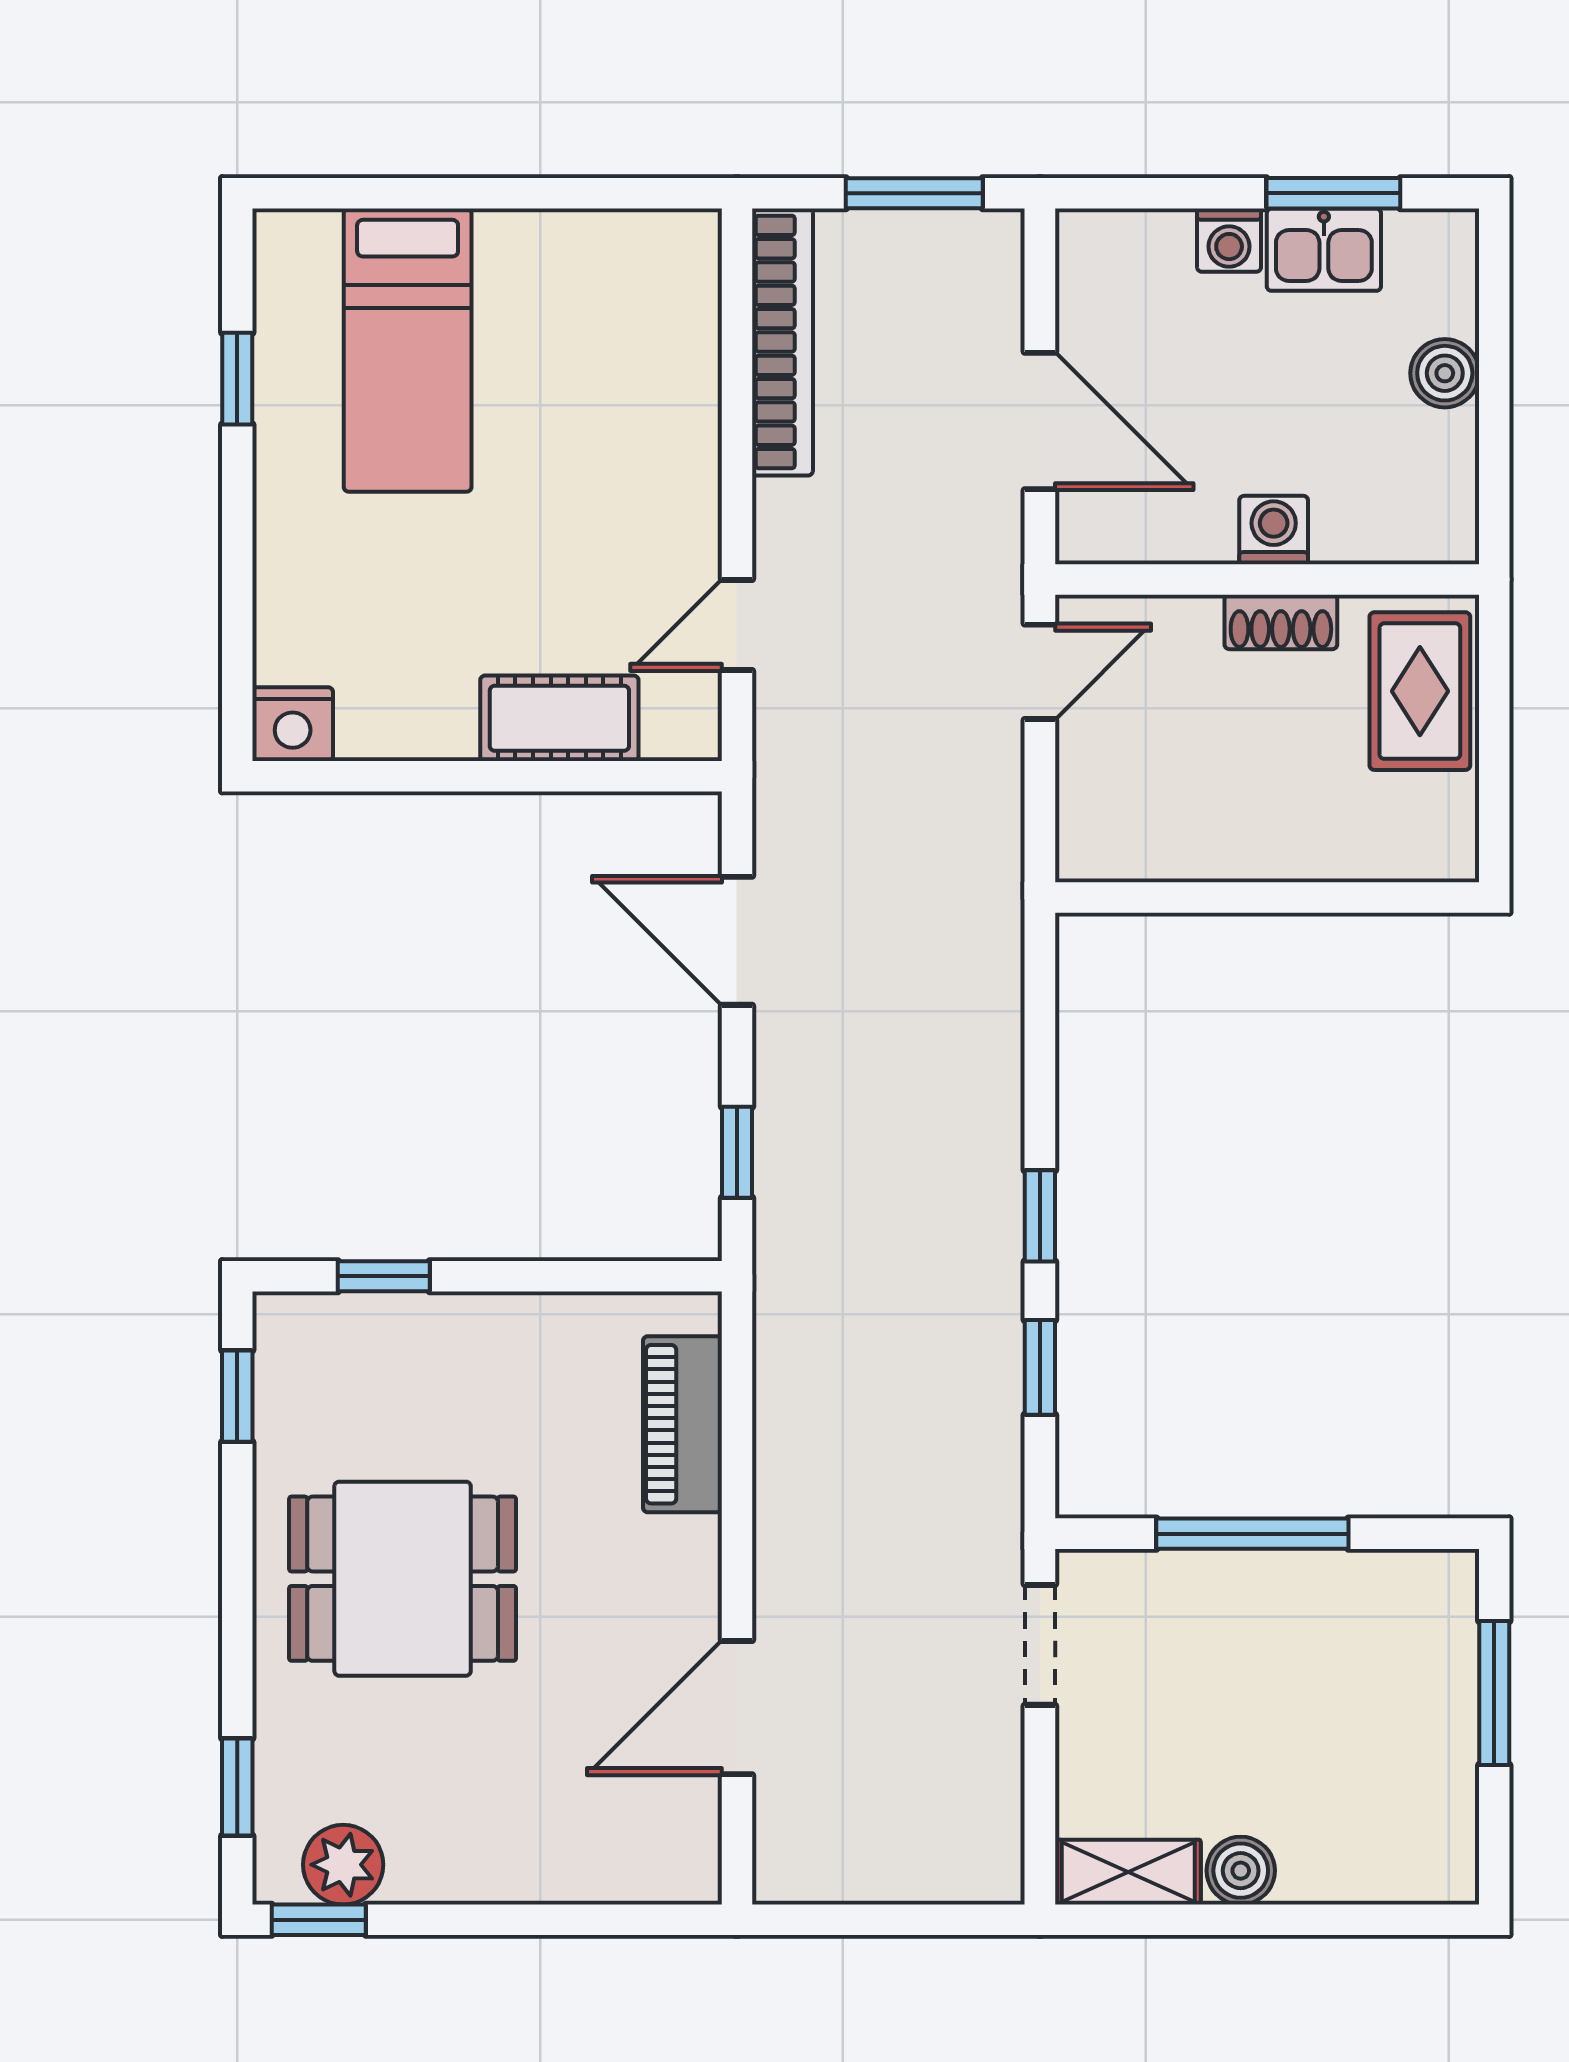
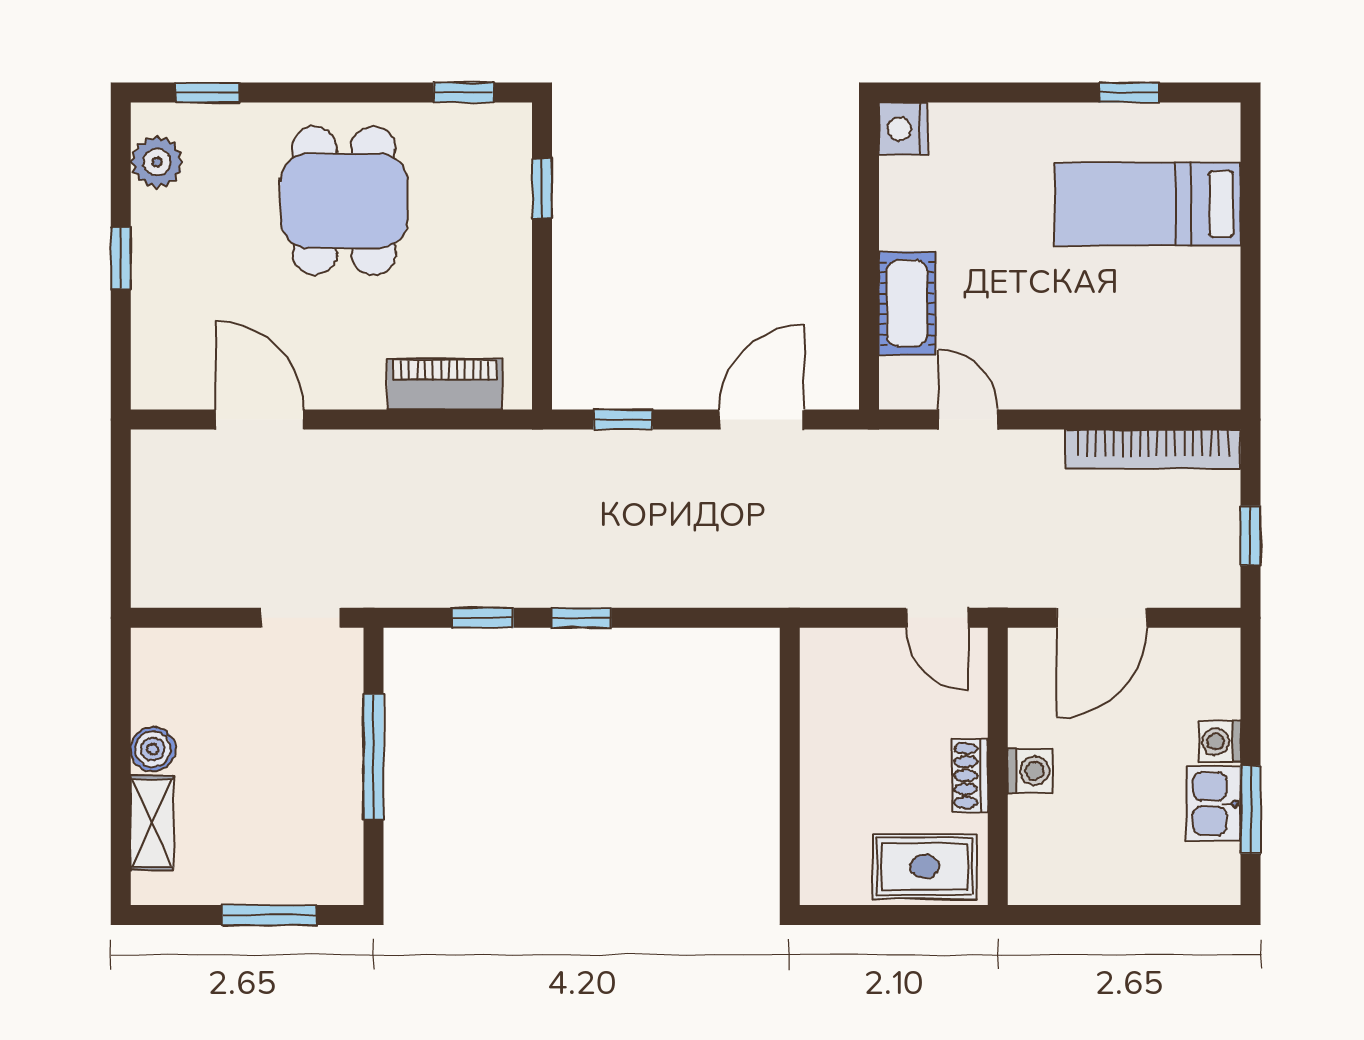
window: (914, 193) -> (1250, 536), width x0.67
boiler: (1445, 373) -> (1133, 883), removed
shelving: (1128, 1872) -> (152, 823), moved
window: (319, 1920) -> (121, 258), moved

